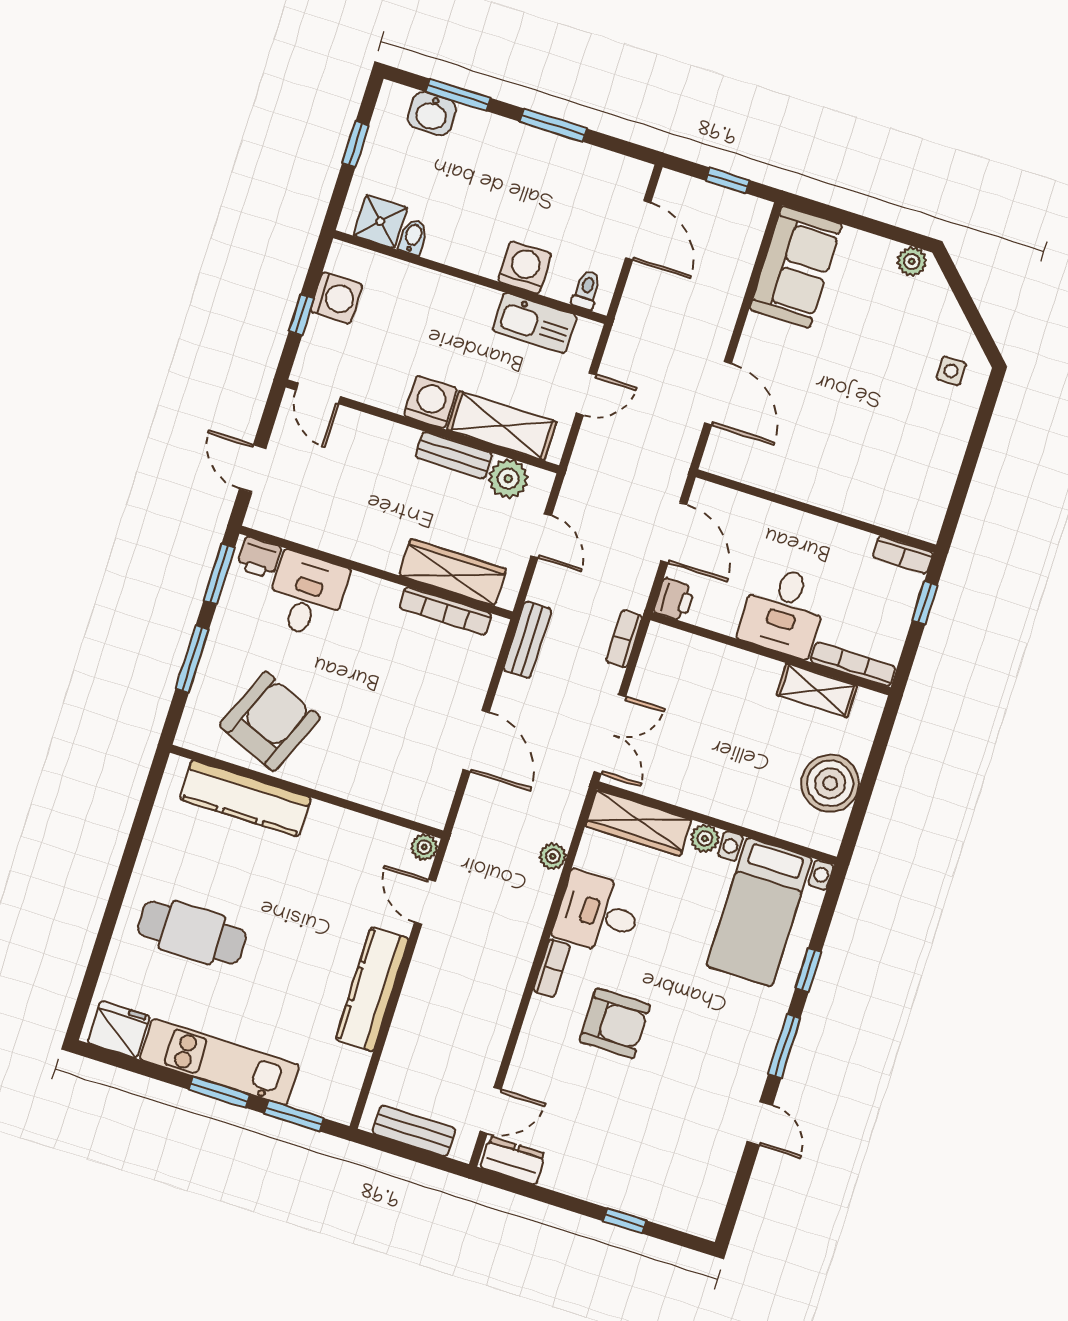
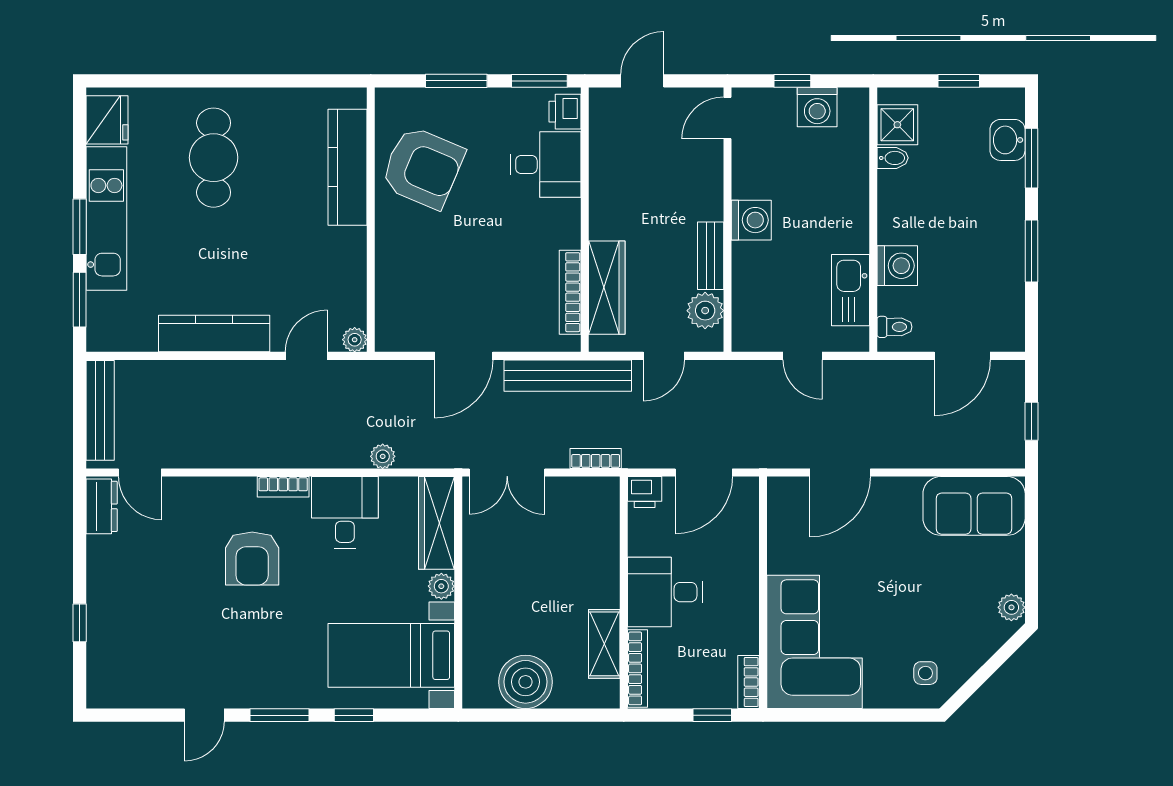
shelving: (502, 426) -> (750, 290), removed
corner sofa: (883, 474) -> (815, 642), added
bench: (527, 640) -> (568, 376), width x1.86, depth x1.21
bench: (414, 1131) -> (100, 410), width x1.36

